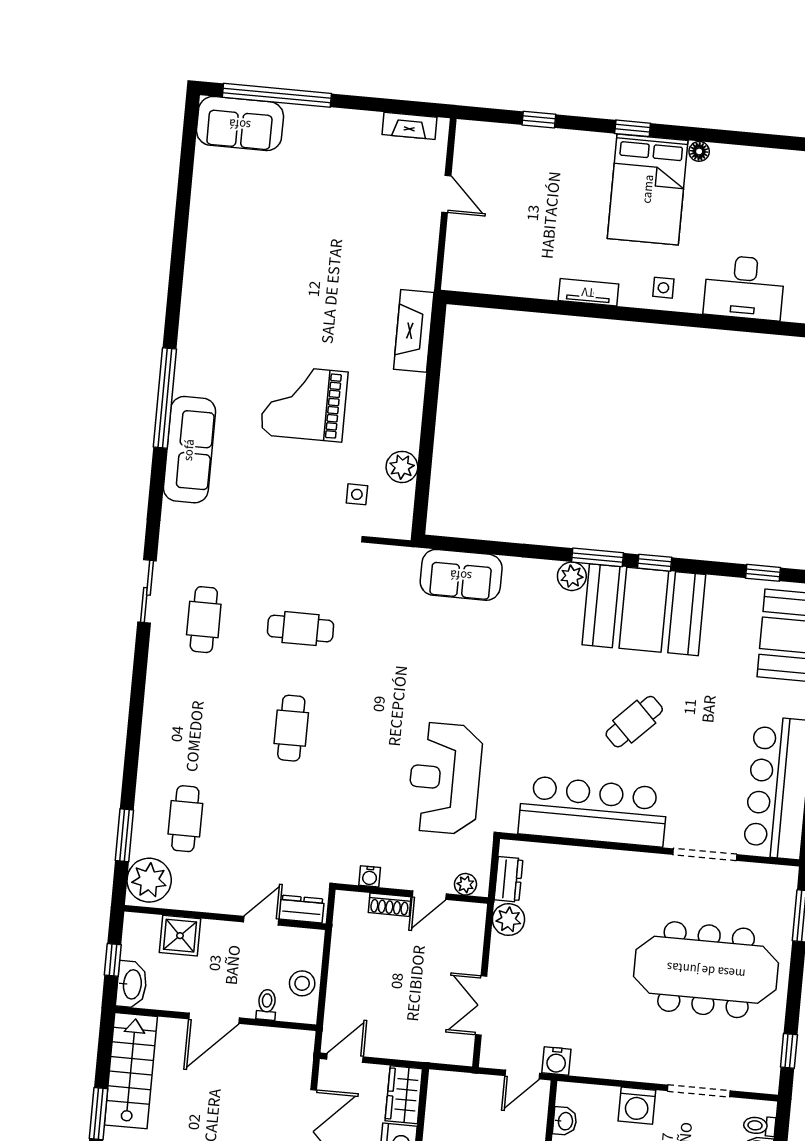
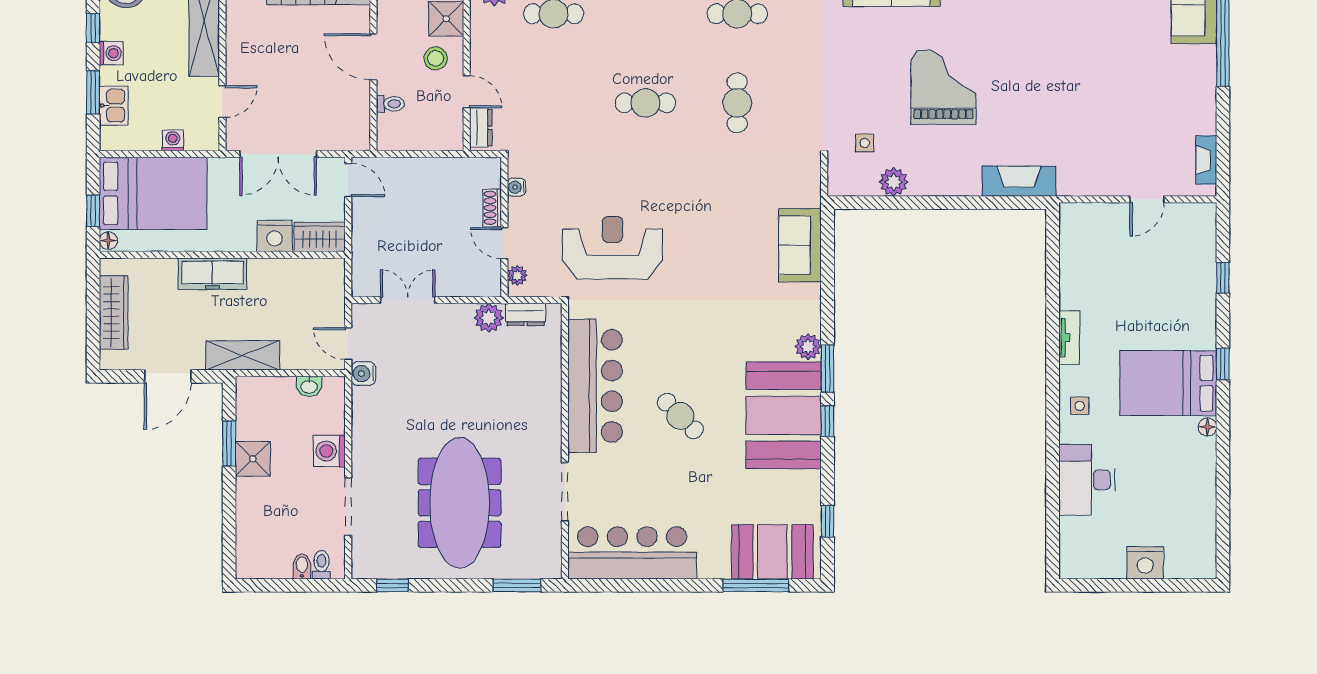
stool: (302, 983) -> (436, 58), moved

